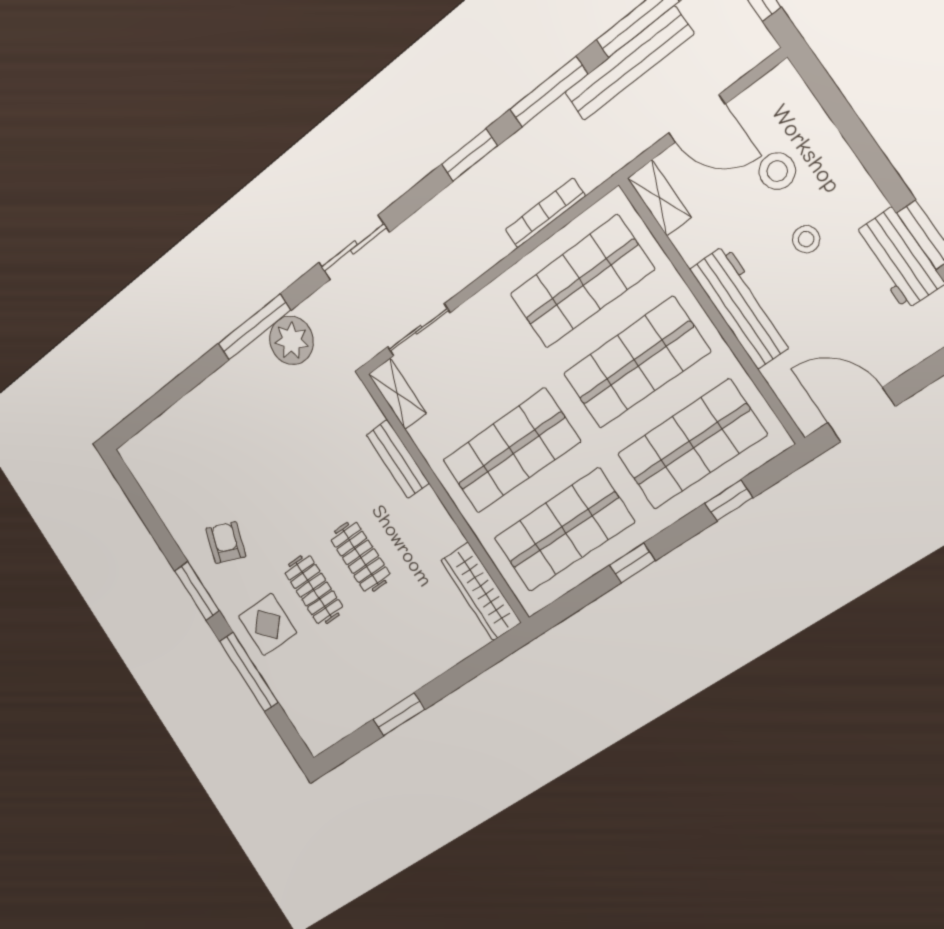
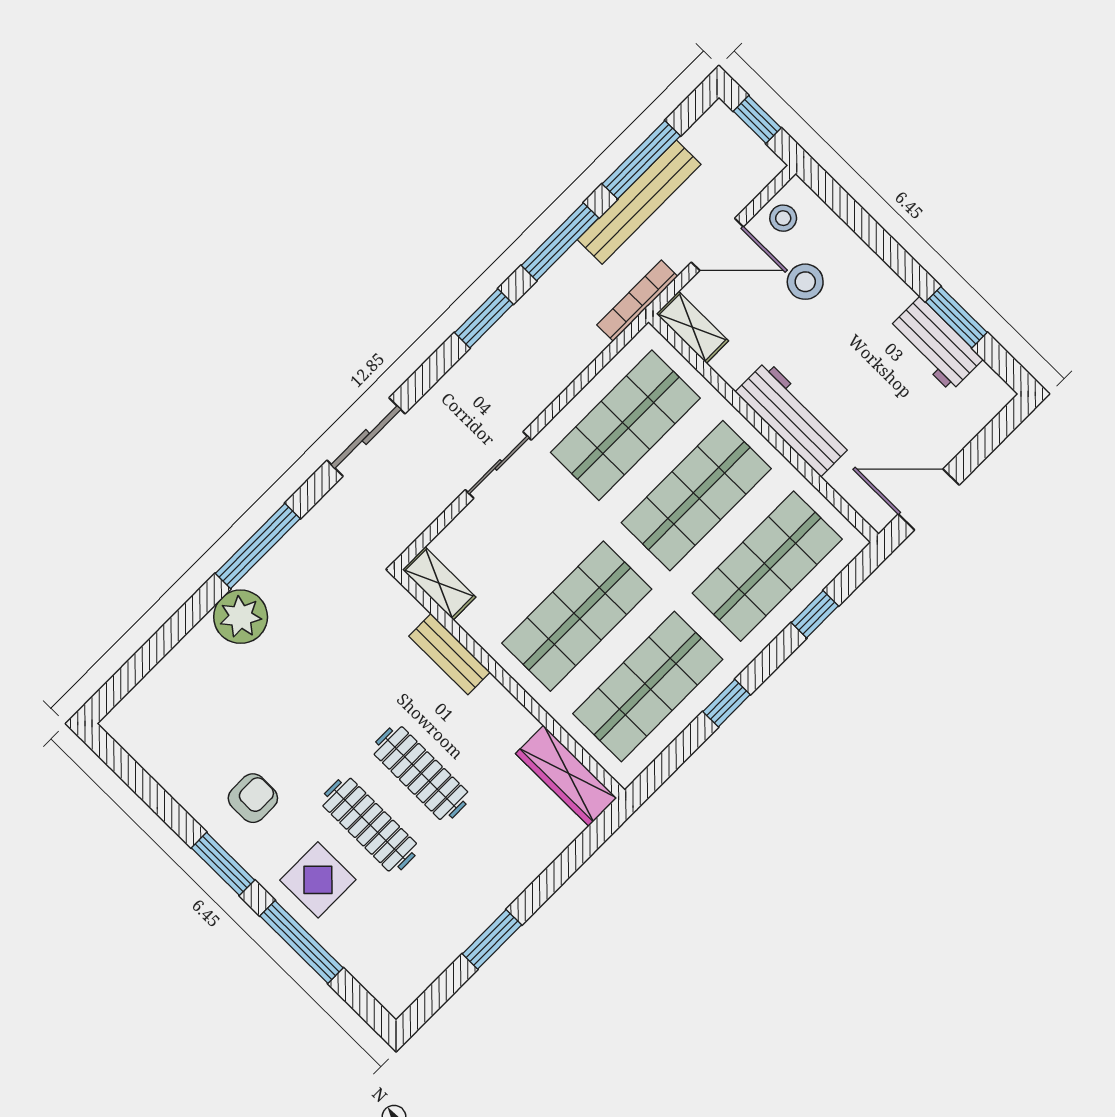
bookcase: (545, 213) -> (637, 301), moved
stool: (806, 239) -> (783, 218), moved
sliding door: (419, 330) -> (498, 465), moved
plant: (291, 340) -> (241, 617), moved
armchair: (226, 543) -> (253, 798), turned 70
clothes rail: (360, 557) -> (421, 773), width x1.36
clothes rail: (314, 590) -> (370, 825), width x1.36

